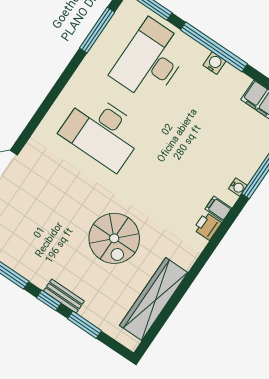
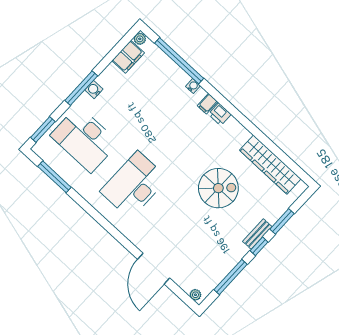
window: (214, 47) -> (81, 88), width x0.68
desk: (102, 132) -> (134, 185), turned 180

